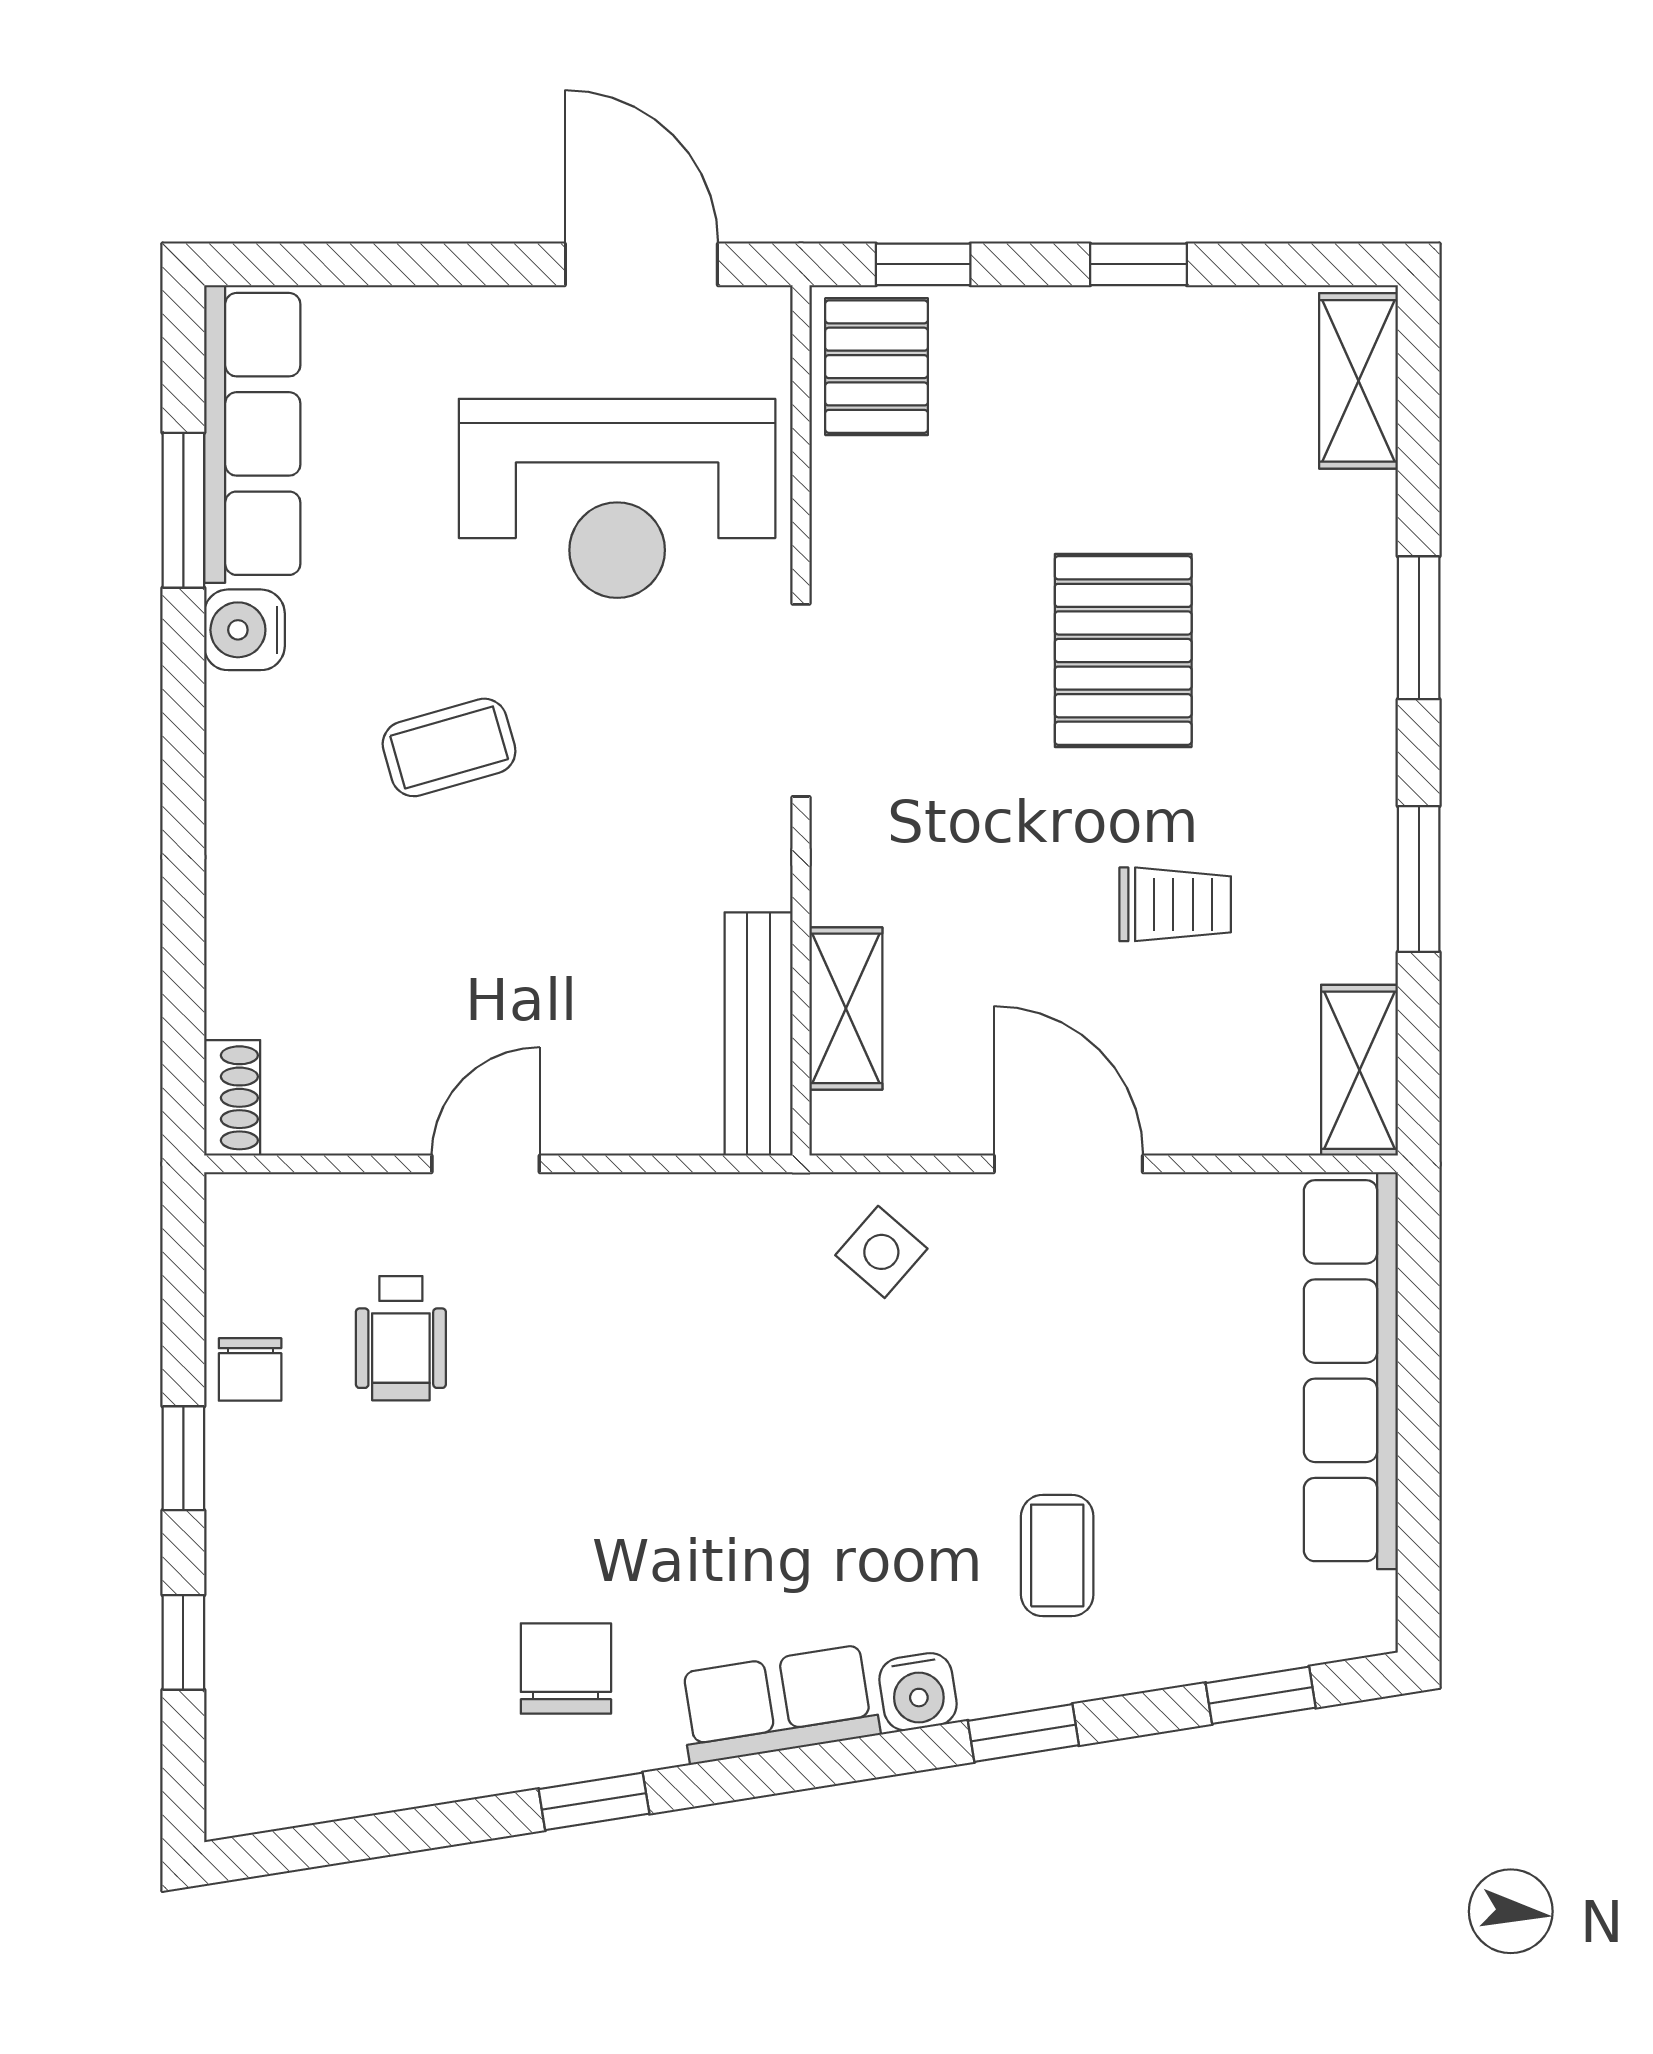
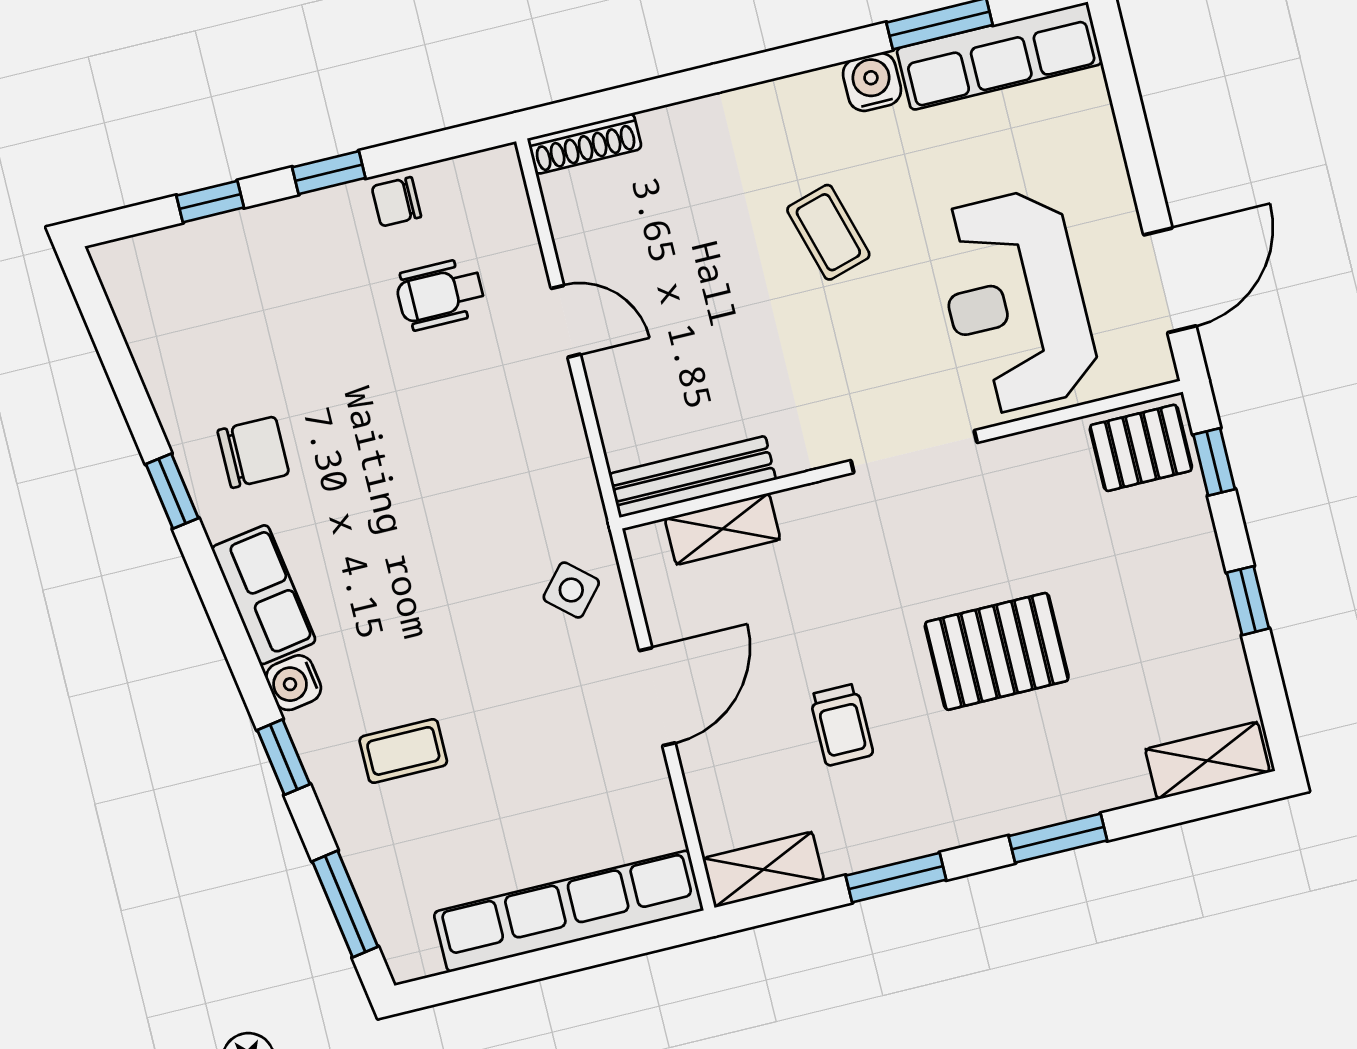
shoe rack: (232, 1098) -> (585, 144), width x1.43
window: (1261, 1695) -> (345, 904), width x1.50

